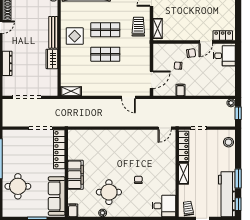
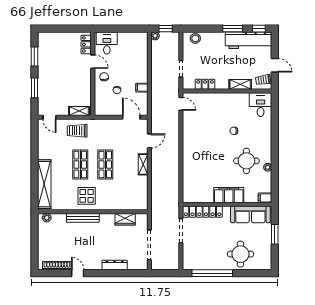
wardrobe: (52, 59) -> (125, 219), moved
shelving: (71, 91) -> (143, 164), moved
locker: (184, 146) -> (205, 84), width x0.66
shelving: (184, 173) -> (240, 84), moved

